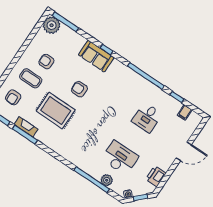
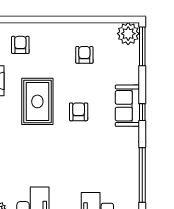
coffee table: (31, 78) -> (54, 50), removed
armchair: (13, 97) -> (20, 45), turned 90

